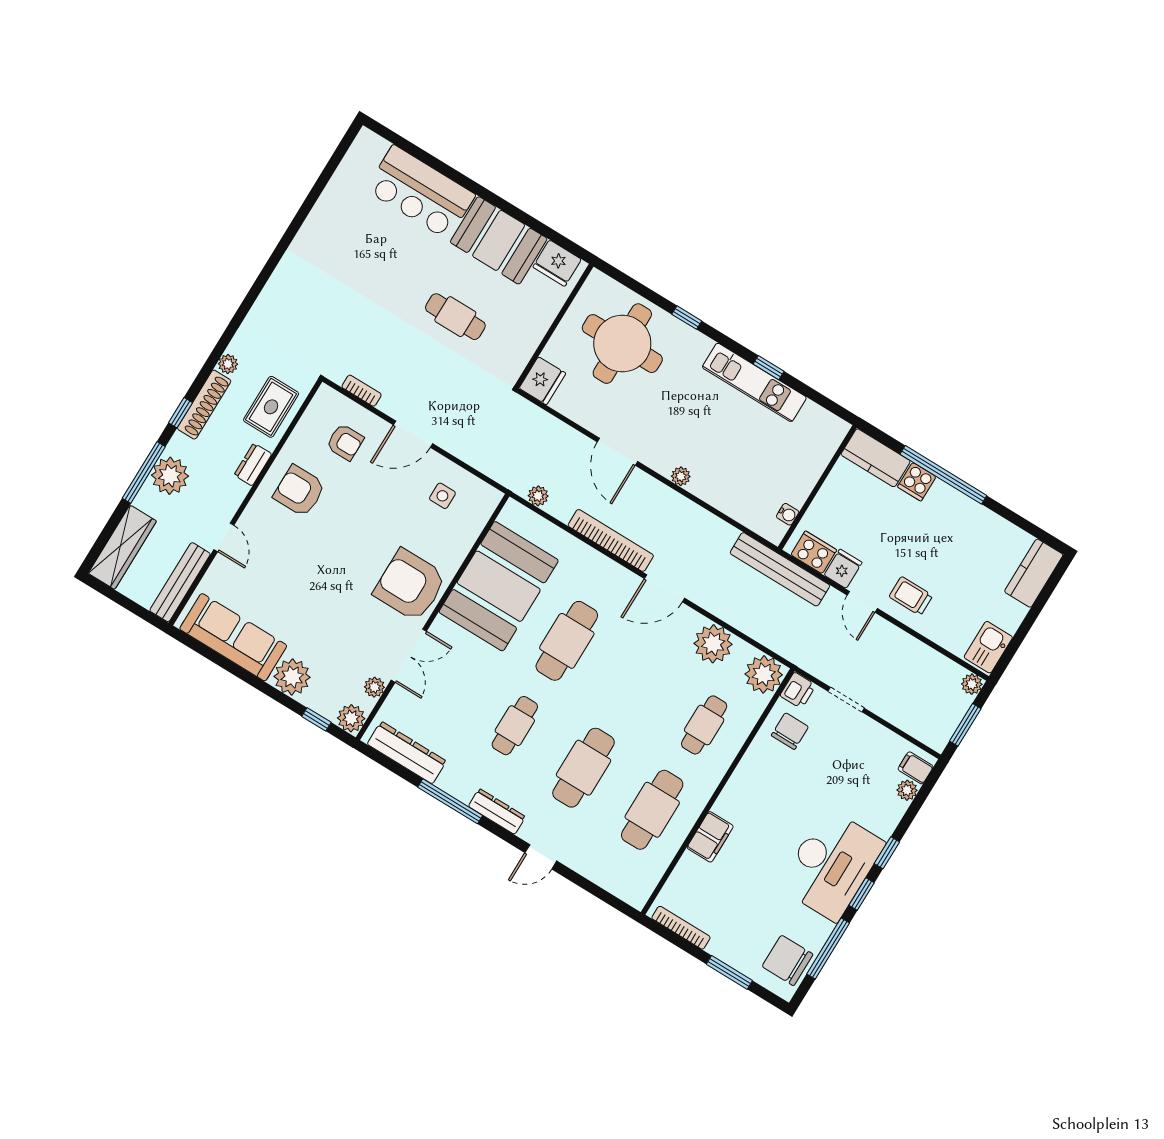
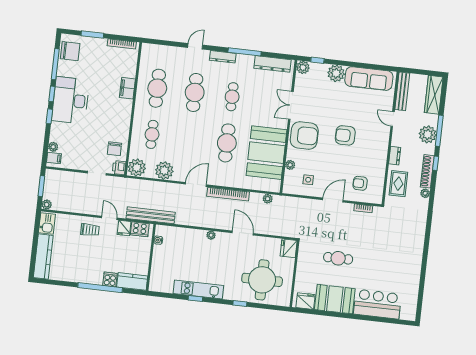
armchair: (299, 491) -> (345, 135), moved, turned 180
kitchen counter: (1034, 573) -> (43, 257), width x1.50
plant: (374, 687) -> (290, 165), moved

